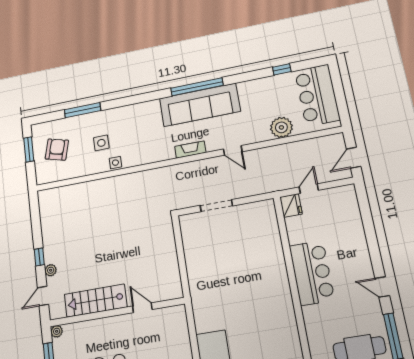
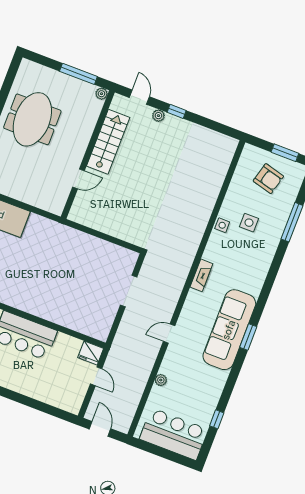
window: (197, 87) -> (248, 337), width x0.47
plant: (281, 127) -> (161, 380), width x0.53, depth x0.53
fireplace: (190, 150) -> (201, 275), moved

